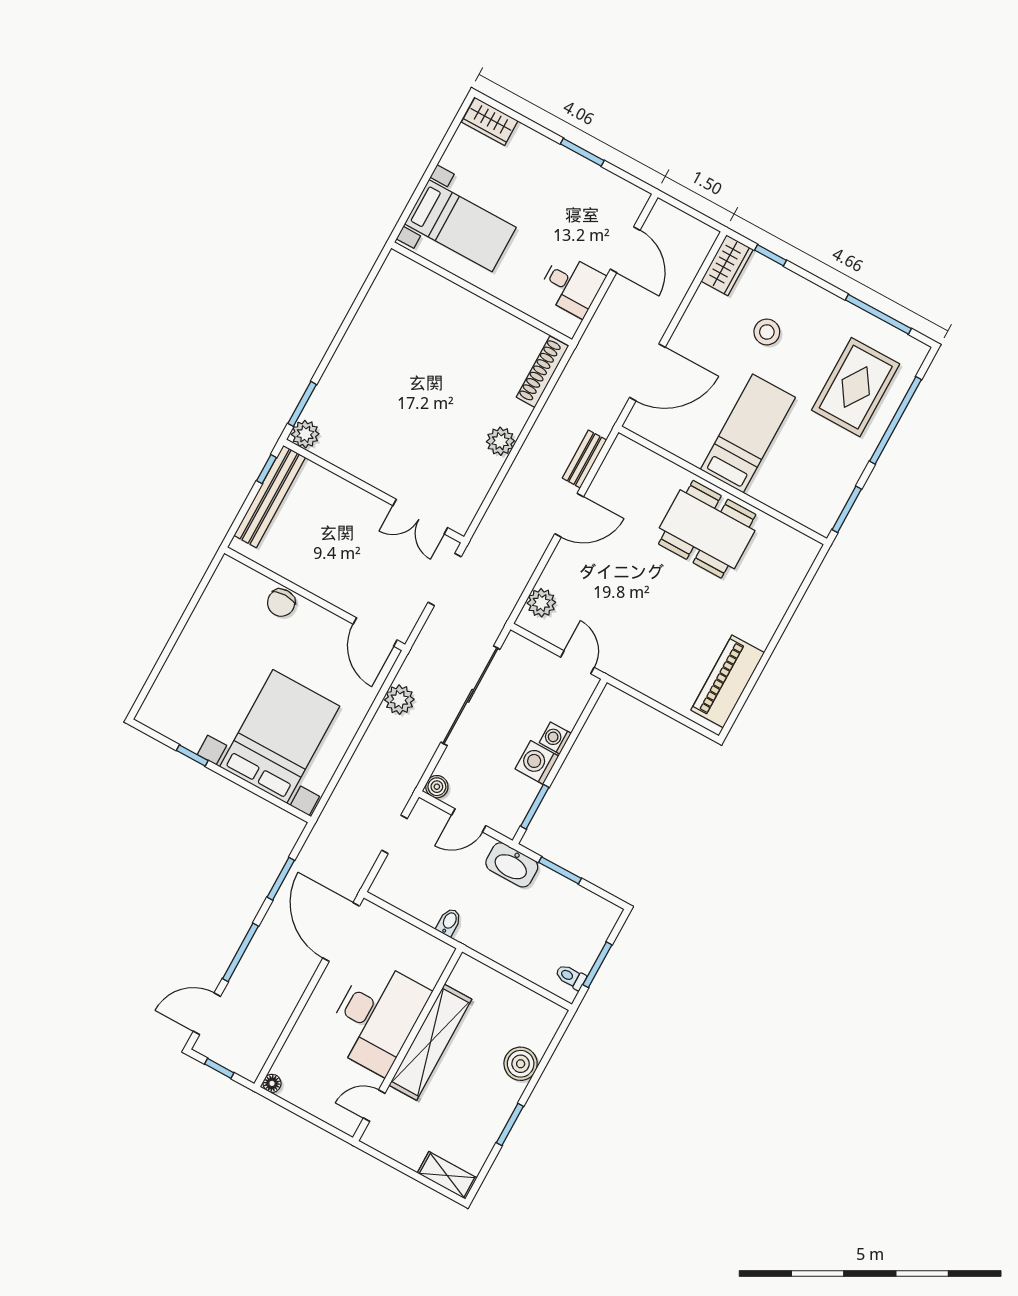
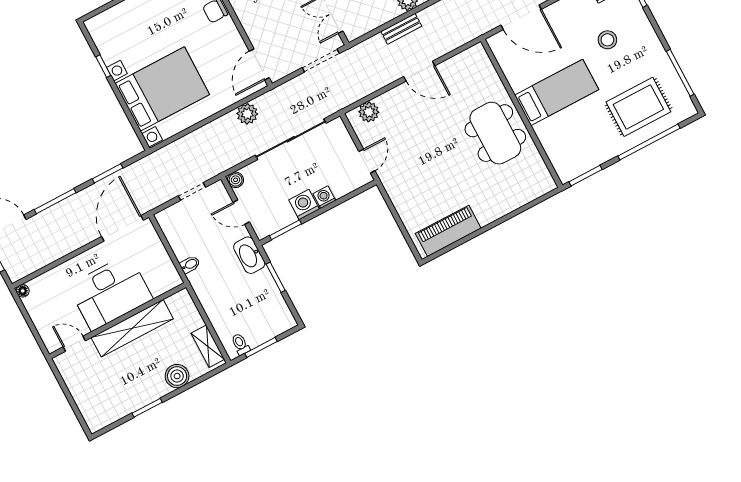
bench: (584, 459) -> (401, 29), moved
shelving: (447, 1175) -> (208, 346), moved

